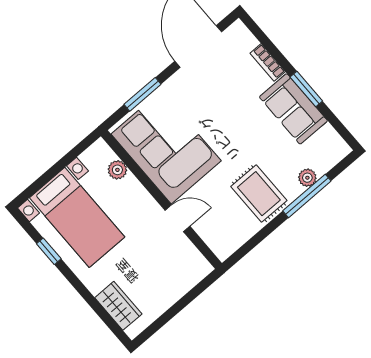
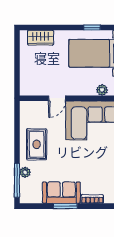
rug: (259, 194) -> (37, 144), turned 90
window: (307, 196) -> (17, 180), moved

